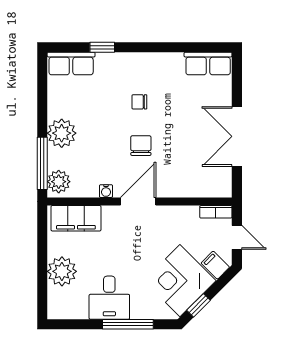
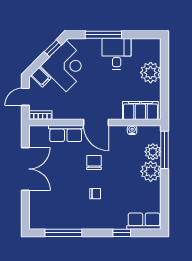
window: (184, 47) -> (63, 233), added
row of seats: (208, 64) -> (66, 134), moved, turned 180
chair: (141, 146) -> (94, 162), turned 180
plant: (59, 182) -> (153, 152), moved
water cooler: (106, 191) -> (132, 130), moved
door: (138, 201) -> (96, 123), hinge flipped
door: (237, 237) -> (25, 97), hinge flipped

